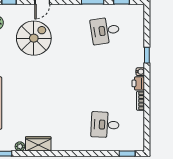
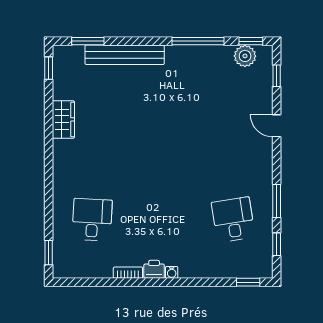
spiral stairs: (34, 38) -> (222, 113), removed
window: (147, 55) -> (248, 282), moved
plant: (20, 146) -> (60, 92), removed

